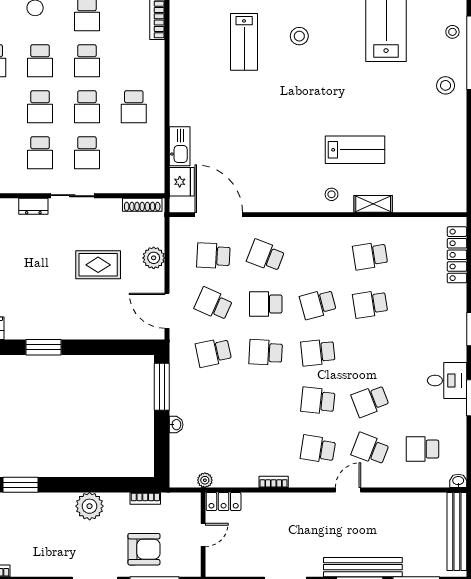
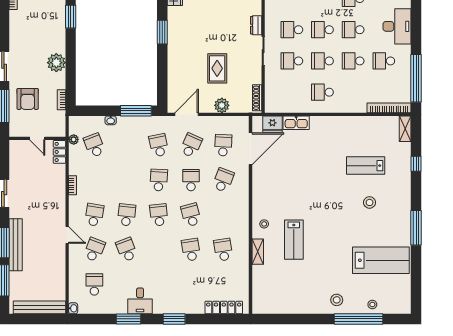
school desk: (213, 449) -> (94, 145), added

